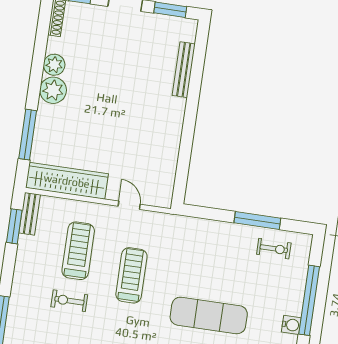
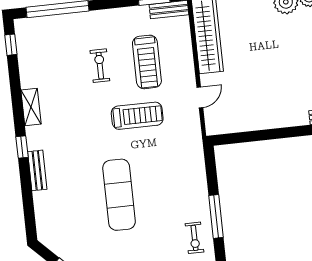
treadmill: (78, 251) -> (147, 62), turned 90

